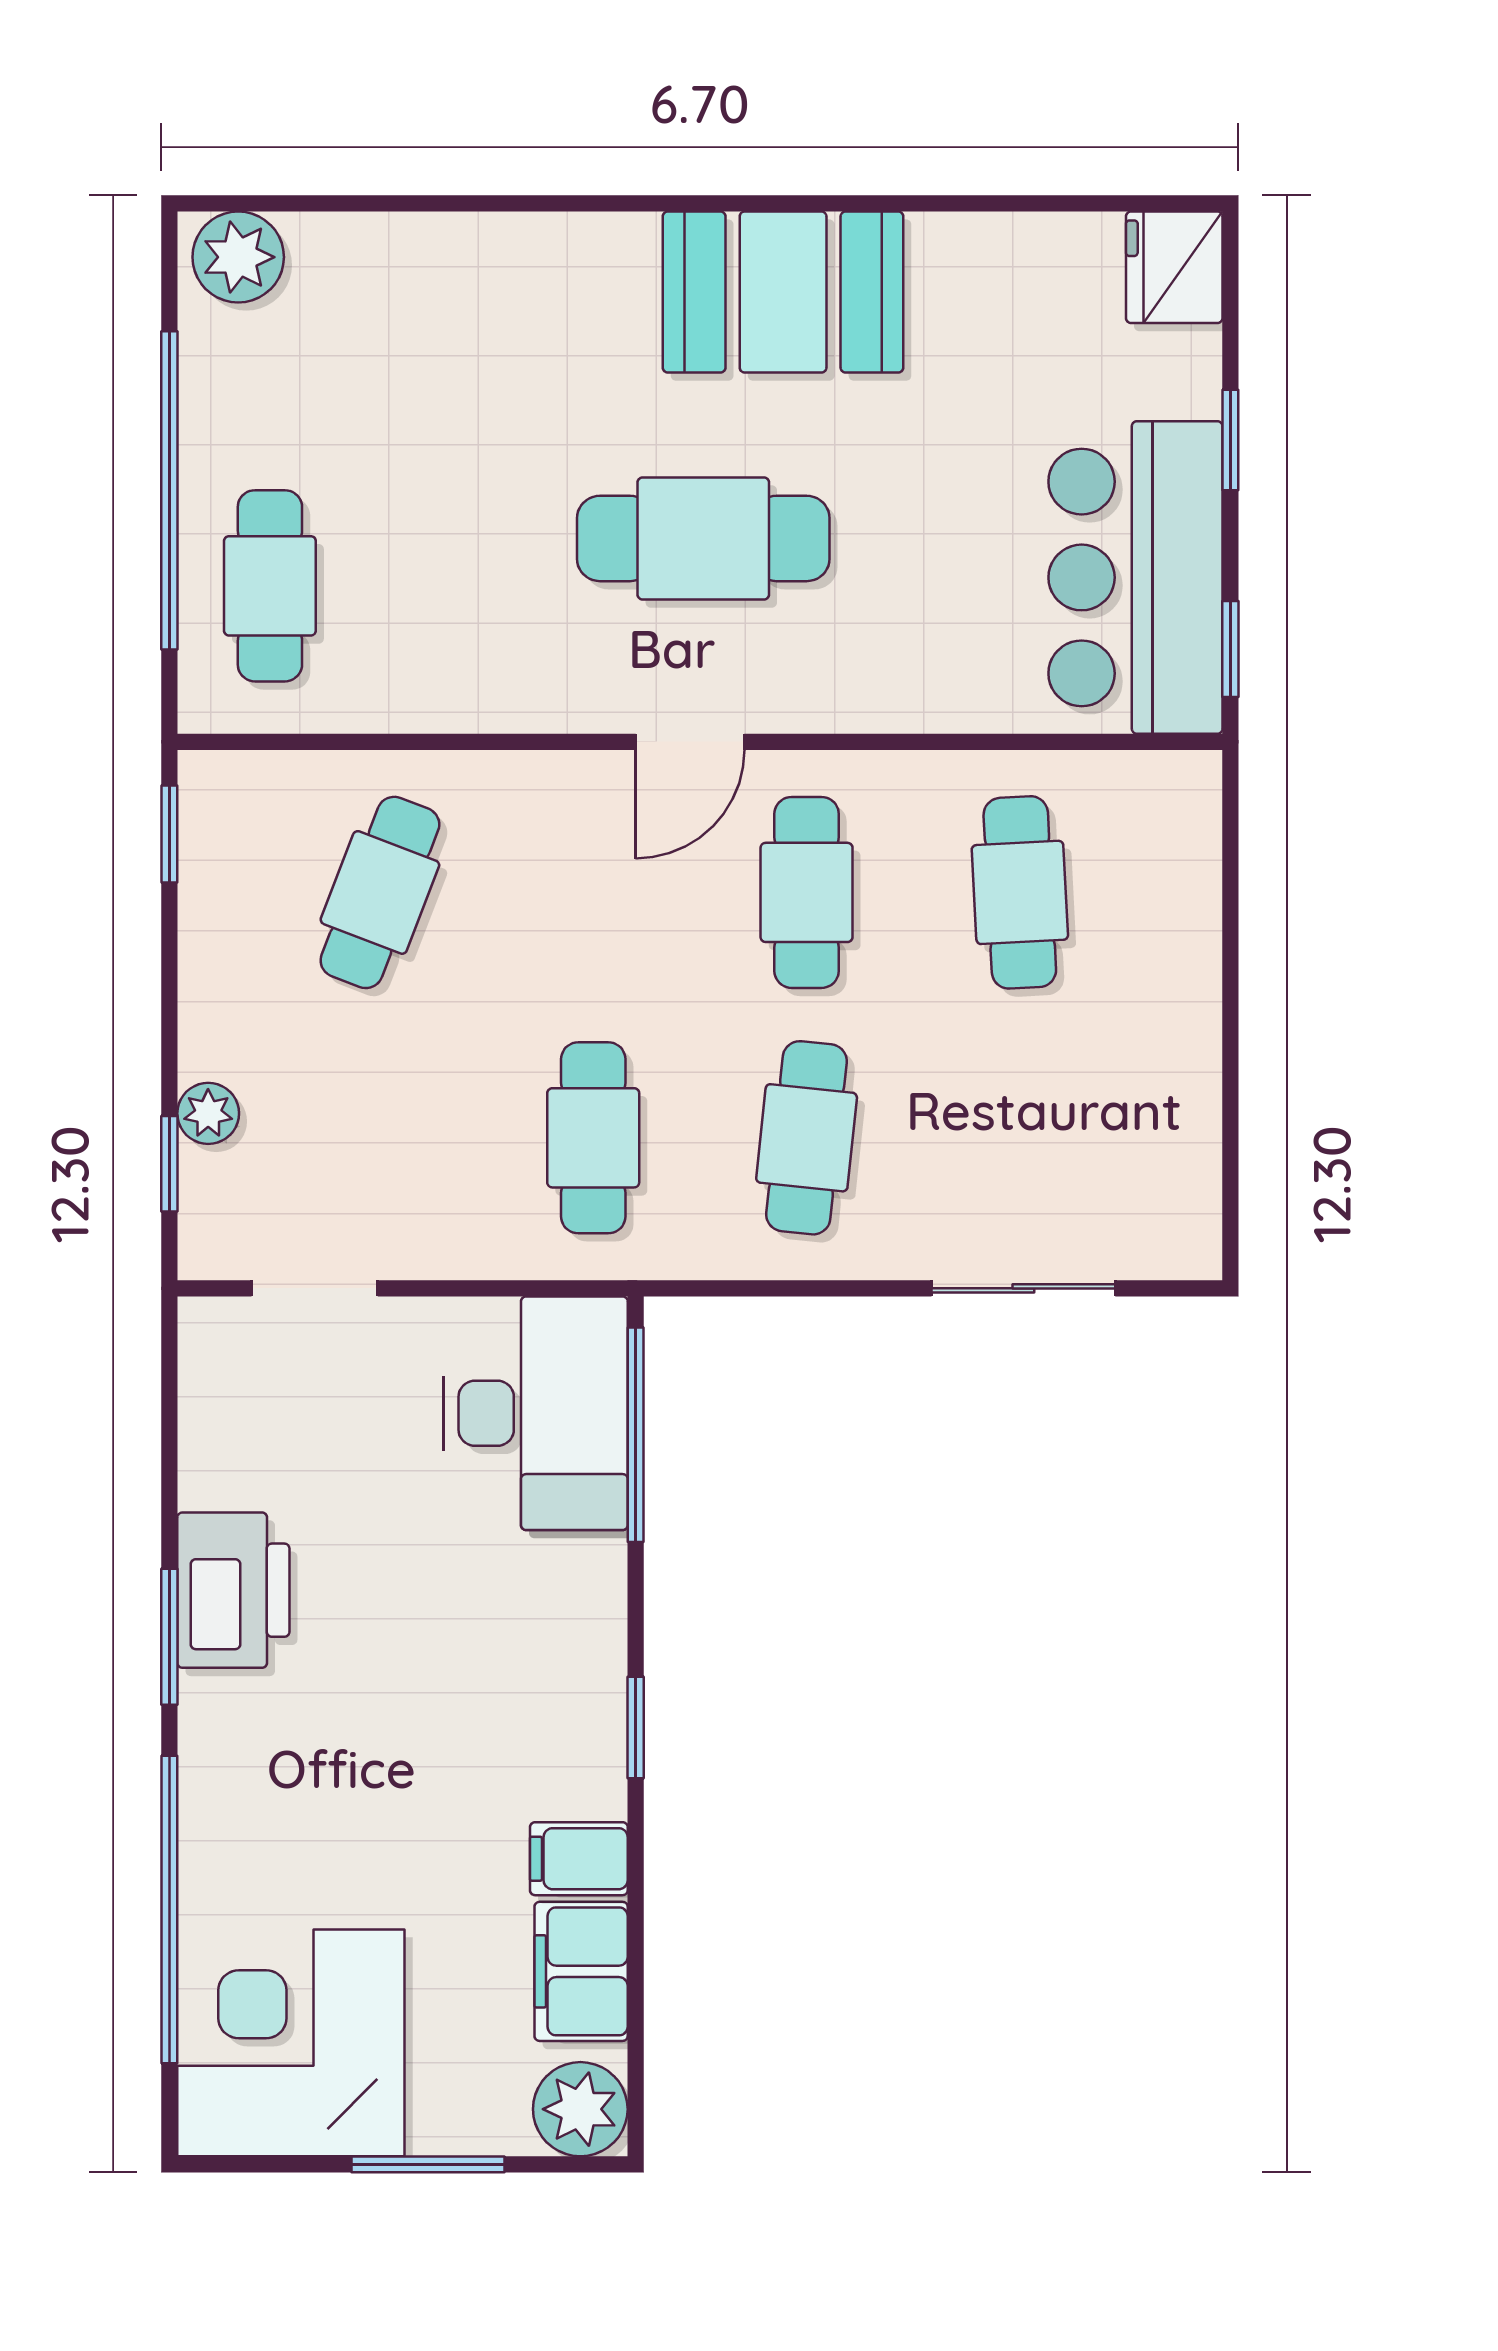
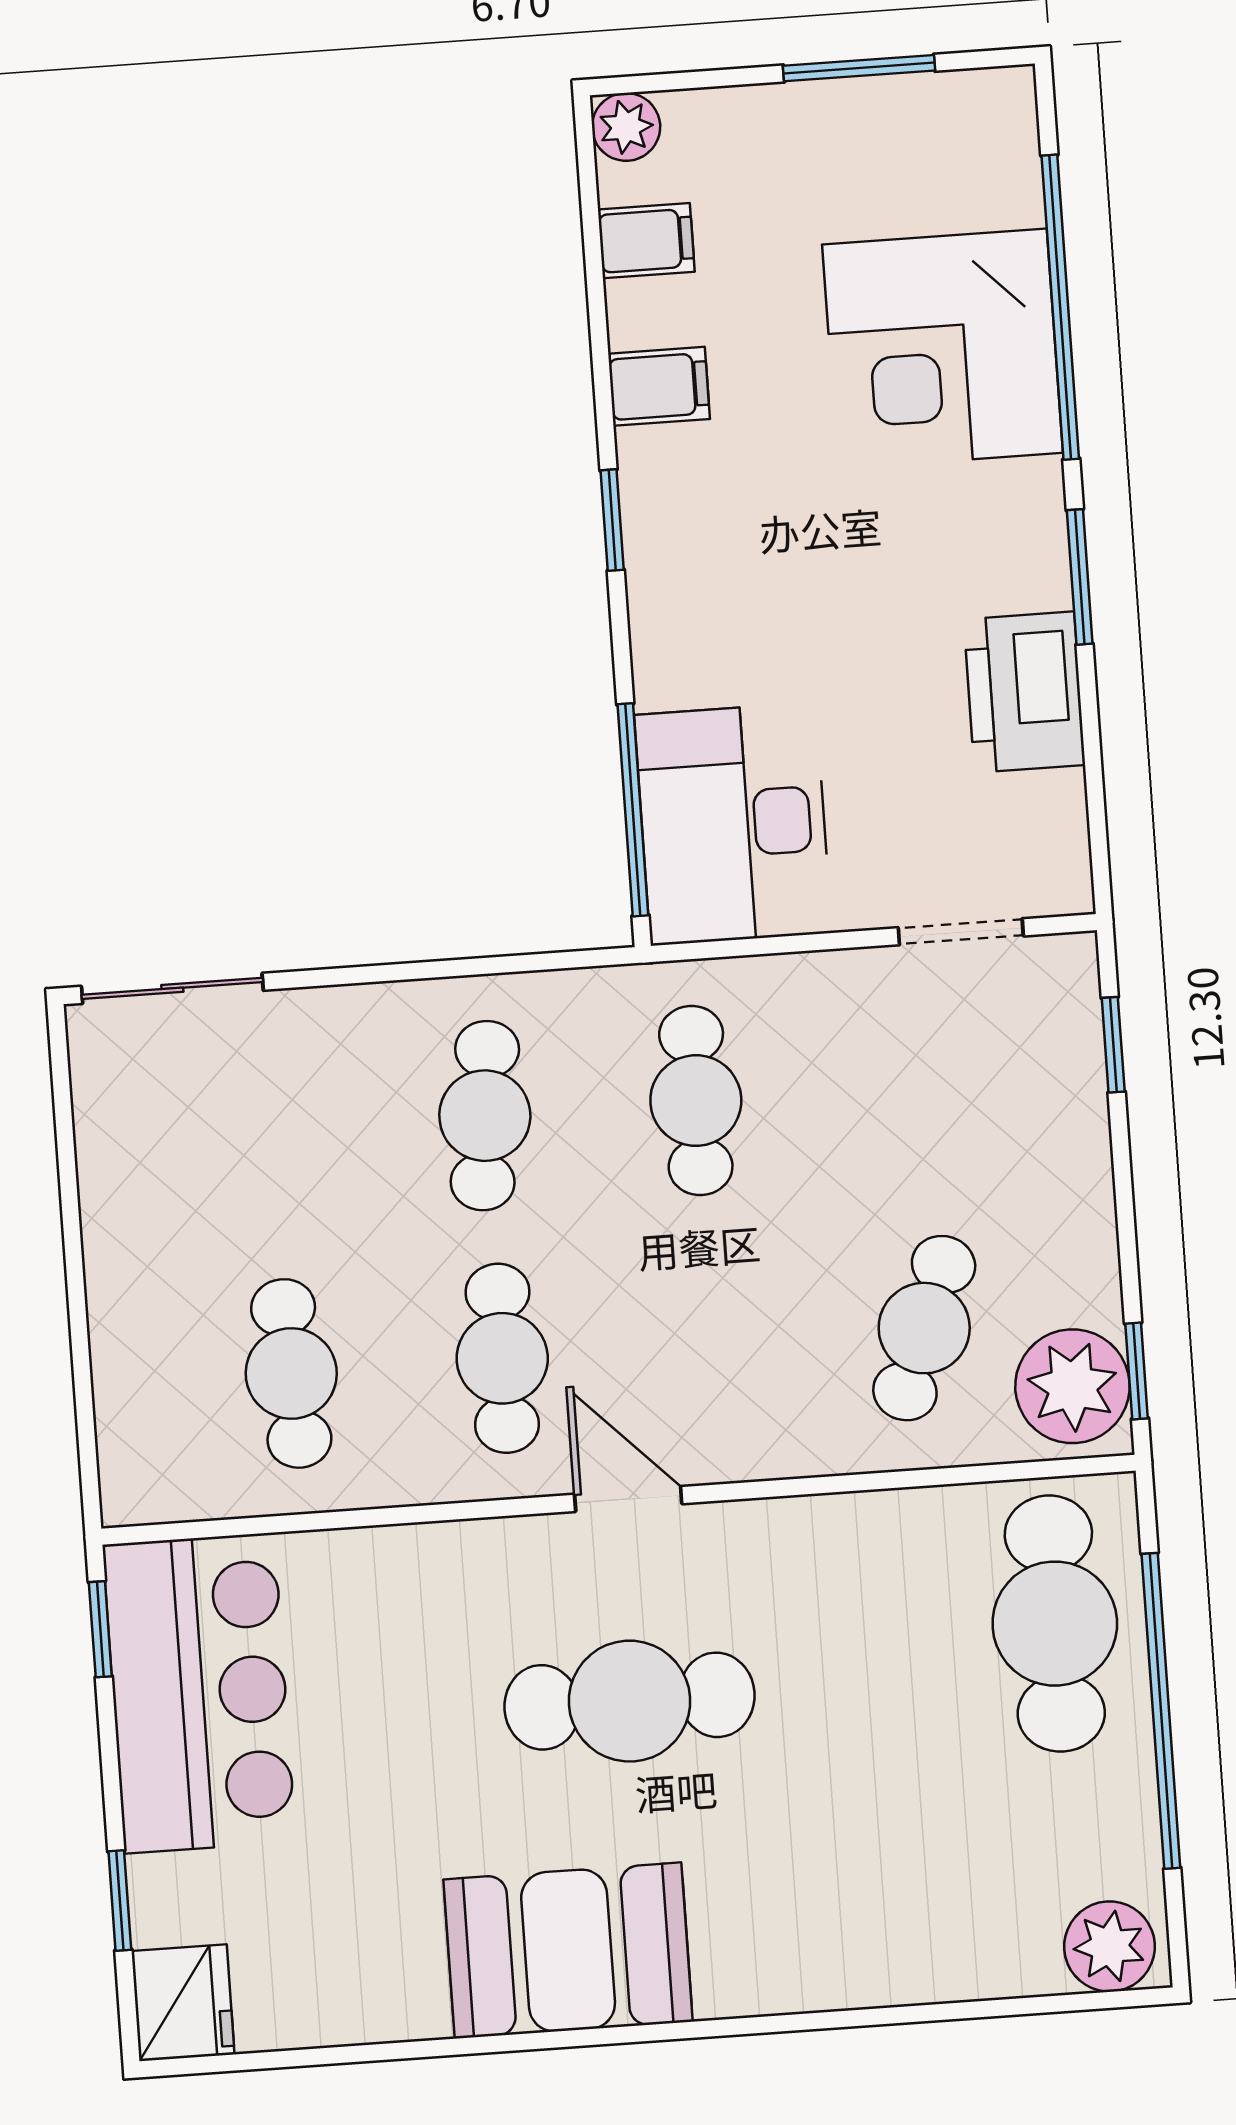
window: (1230, 440) -> (120, 1900), moved
cafe table: (270, 586) -> (1055, 1624), width x1.37, depth x1.35
door: (690, 742) -> (628, 1499), hinge flipped
plant: (208, 1113) -> (1072, 1386), moved, width x1.88, depth x1.88
sliding door: (1023, 1288) -> (172, 988), moved
printer: (233, 1590) -> (1024, 692), moved
filing cabinet: (581, 1971) -> (646, 241), width x0.50
corner desk: (291, 2043) -> (942, 349), moved, turned 90
plant: (580, 2109) -> (626, 127), width x0.73, depth x0.73
window: (428, 2164) -> (859, 68), moved

